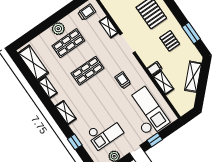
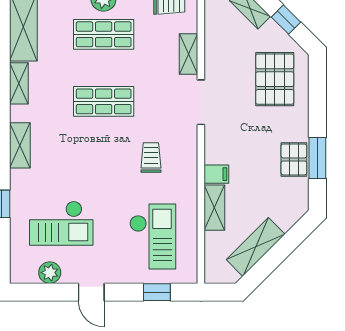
pallet: (170, 41) -> (294, 159), moved
shelving: (193, 77) -> (256, 247), moved
checkout: (146, 112) -> (153, 236), width x0.73, depth x0.83
window: (155, 140) -> (157, 292), moved

